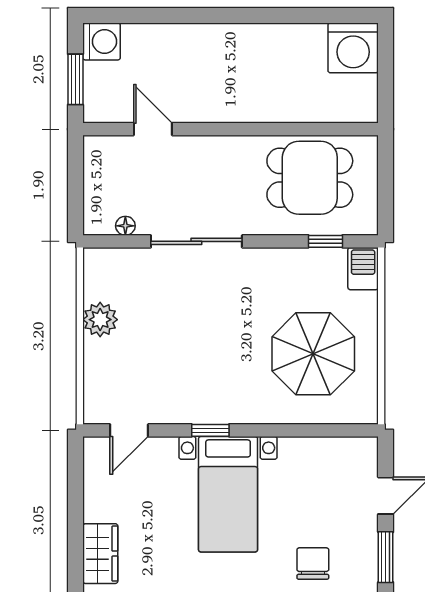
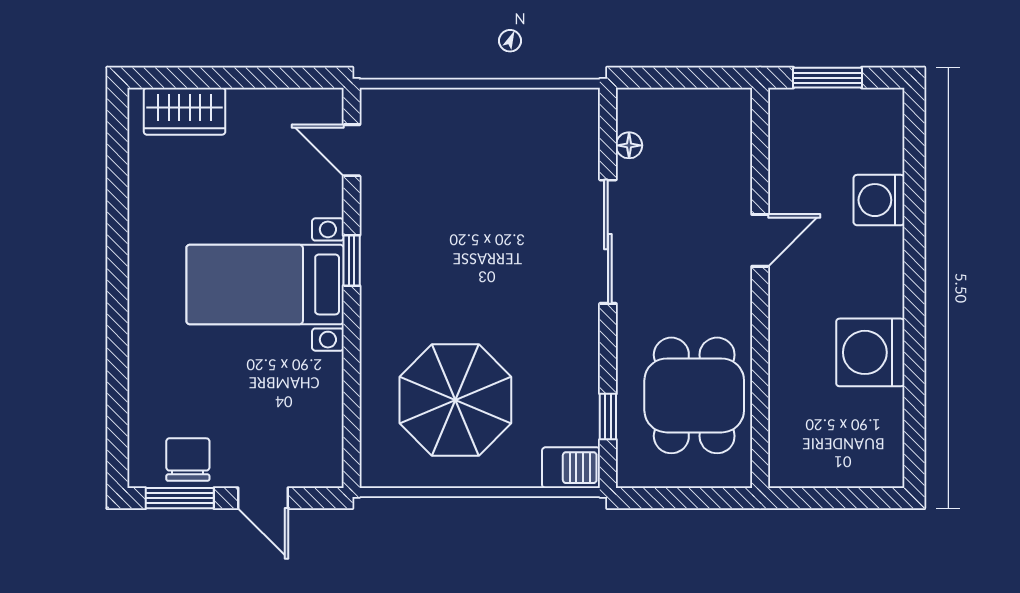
washing machine: (102, 41) -> (879, 200), moved, turned 90
washing machine: (353, 48) -> (870, 352), moved
door: (153, 129) -> (760, 240), moved
plant: (100, 320) -> (502, 111), removed
chair: (313, 563) -> (188, 460), moved, turned -90

